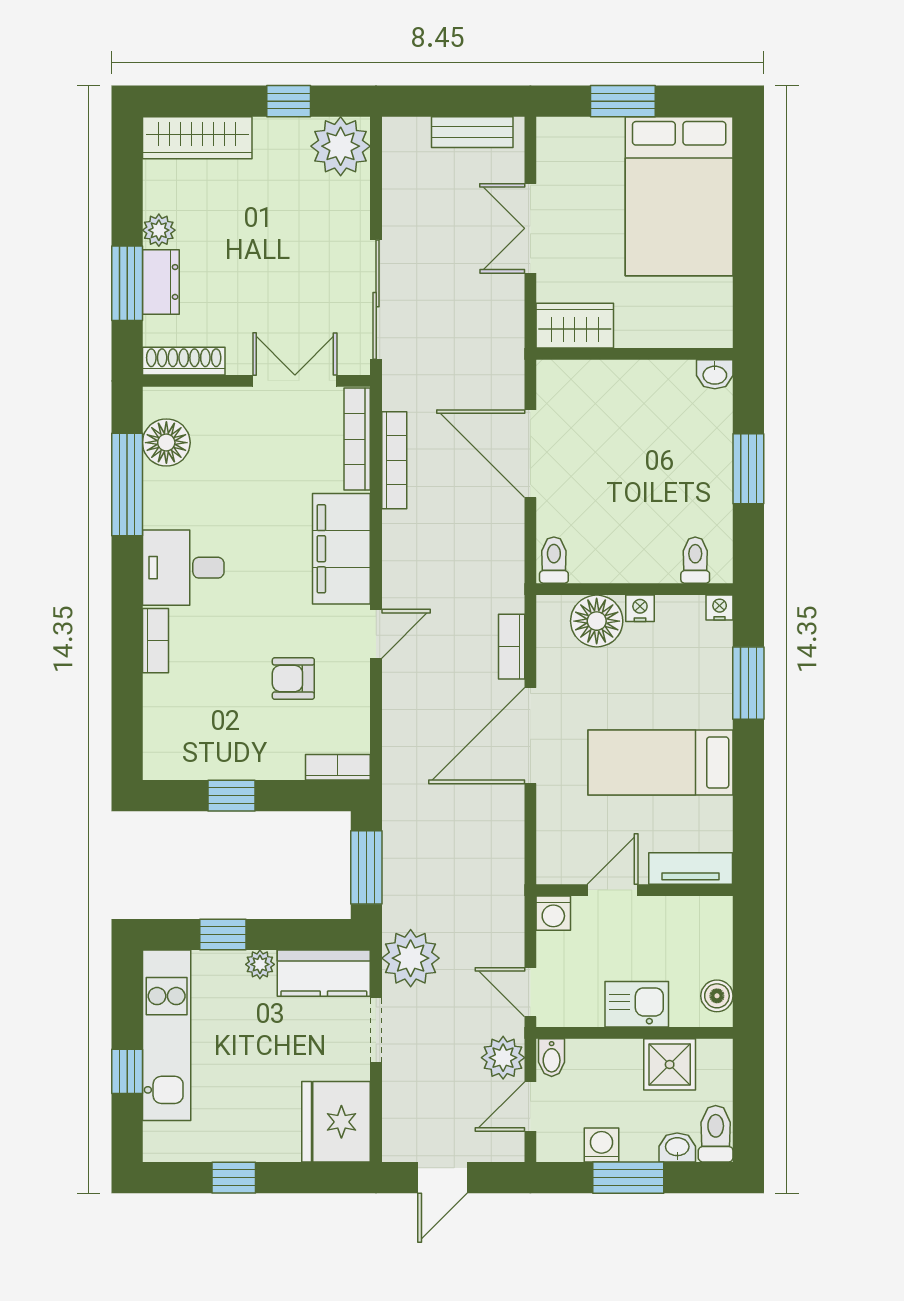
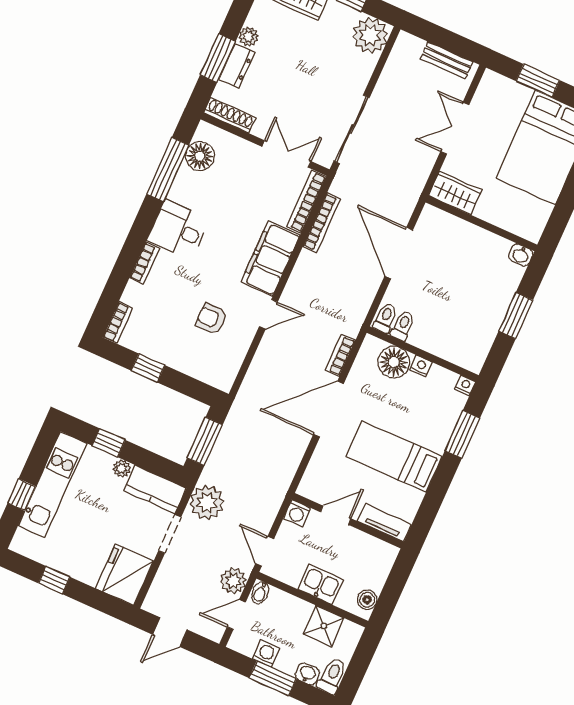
toilet: (695, 560) -> (403, 326), moved
bookcase: (338, 767) -> (118, 323), moved, turned 90

